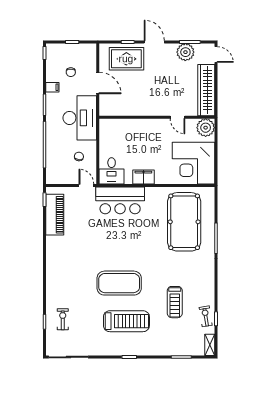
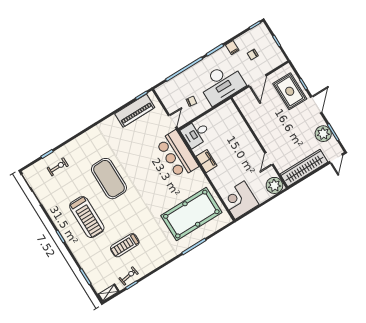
corner desk: (194, 163) -> (240, 200), width x0.74, depth x0.74
exercise mat: (119, 283) -> (109, 179), moved

